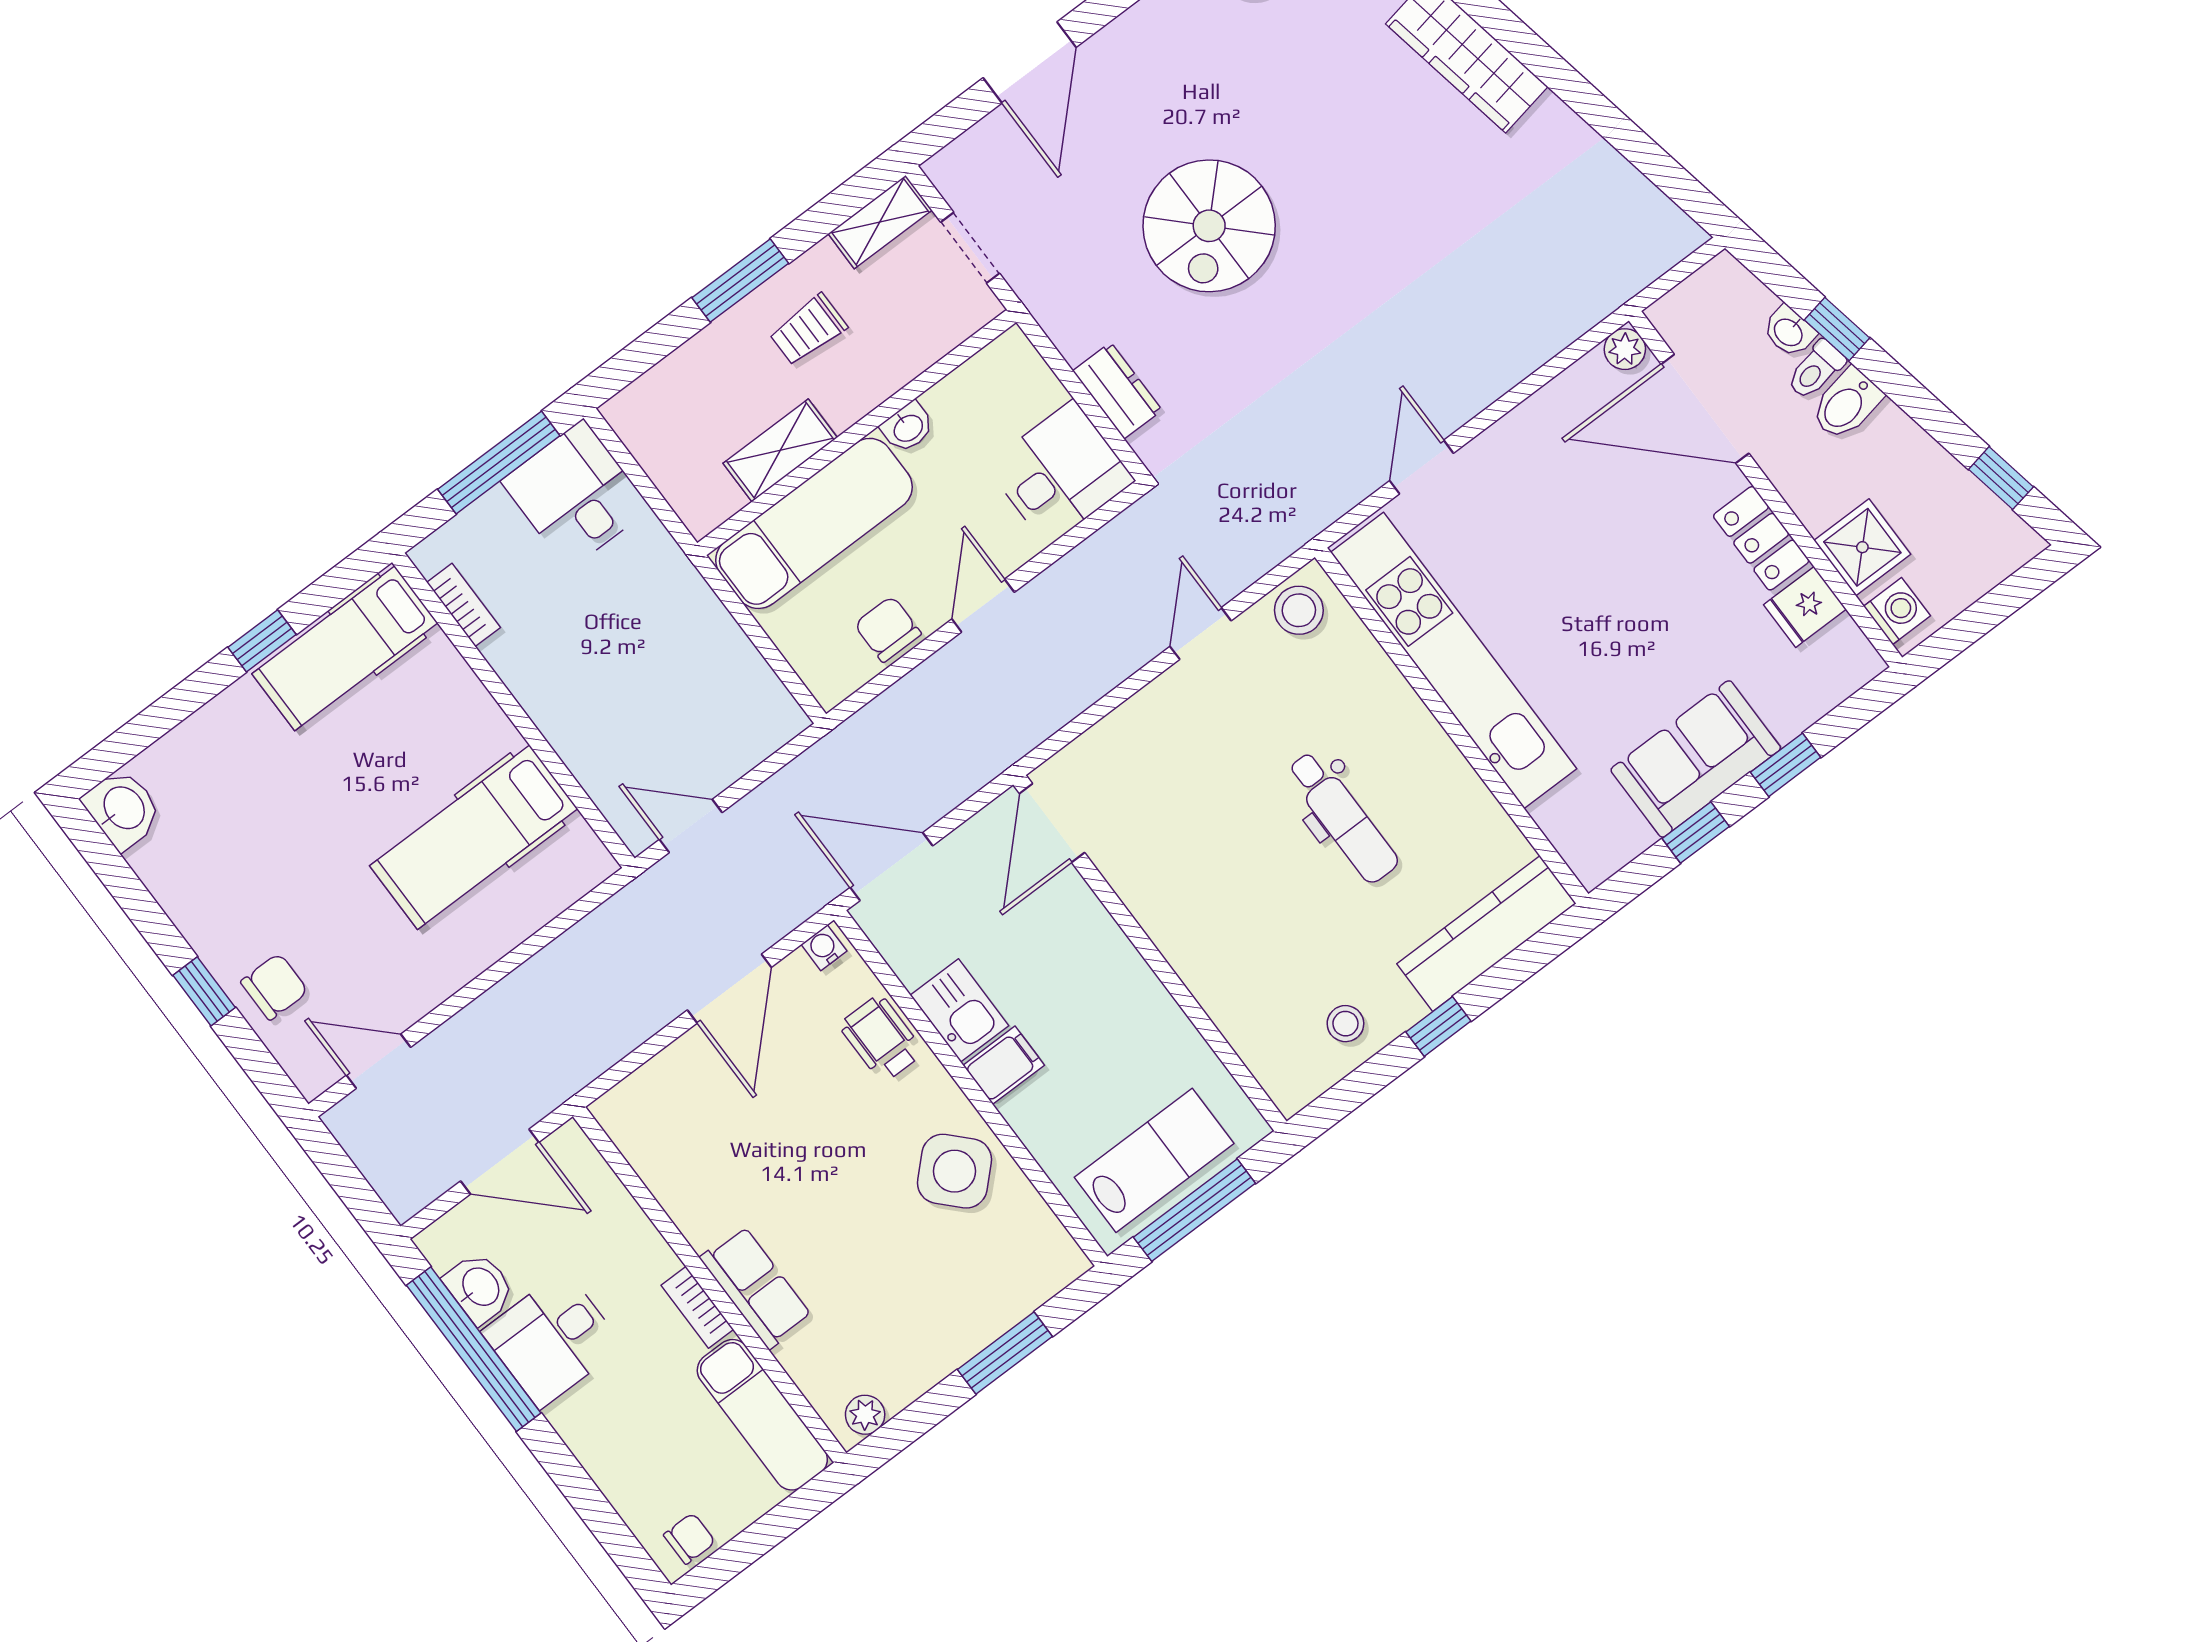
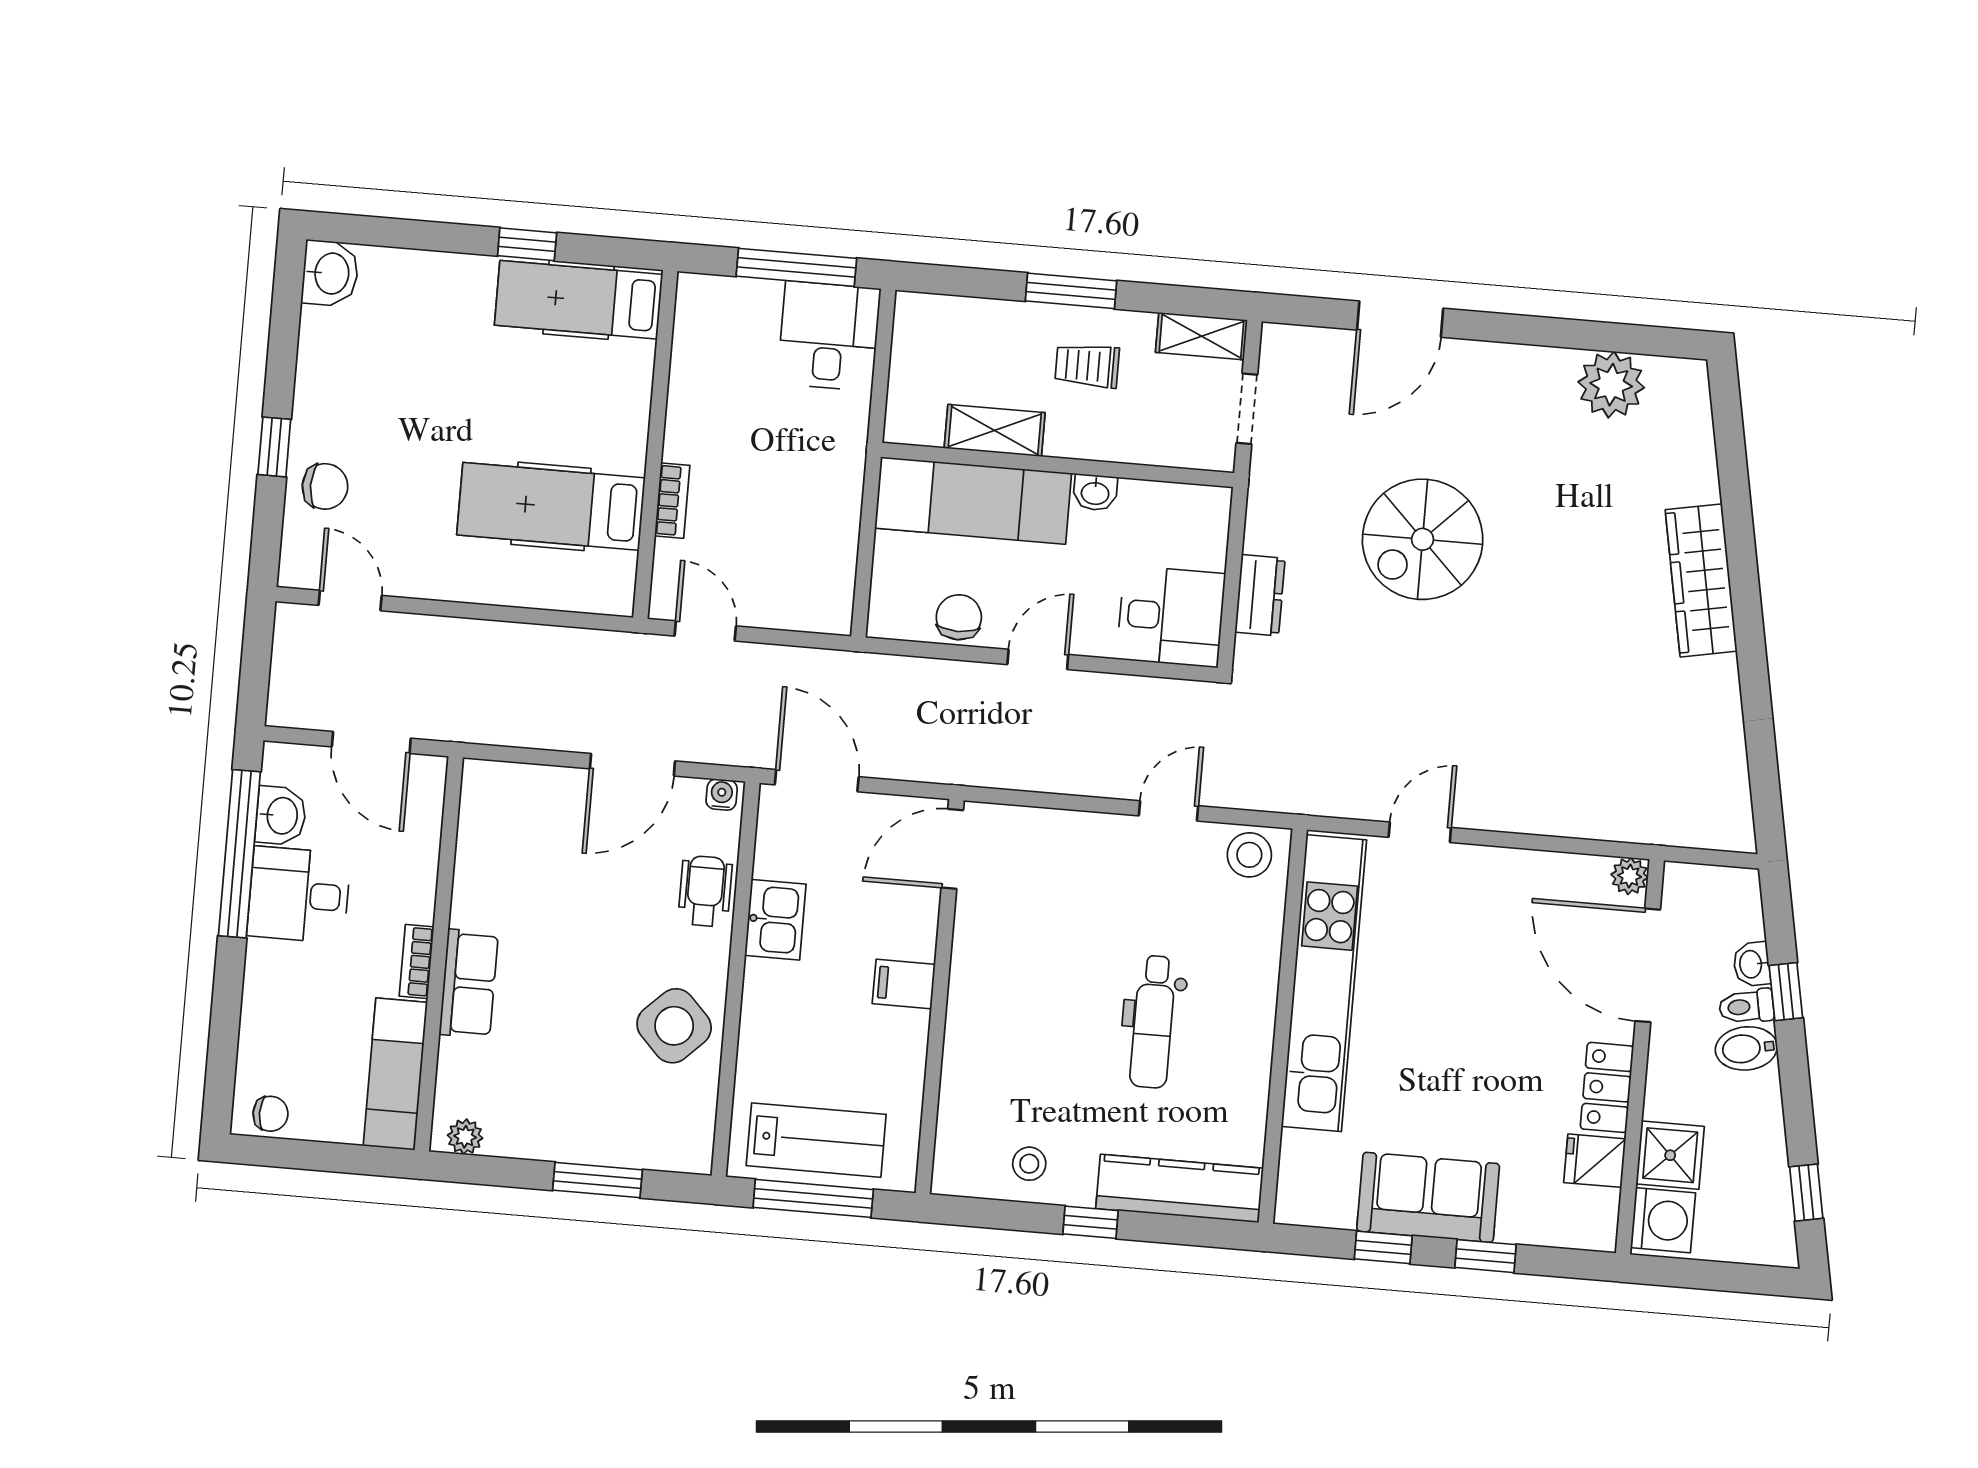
bookcase: (464, 605) -> (672, 501), moved
washing machine: (1897, 611) -> (1663, 1220), width x1.38, depth x1.38
filing cabinet: (1004, 1065) -> (904, 984), moved, turned 180

